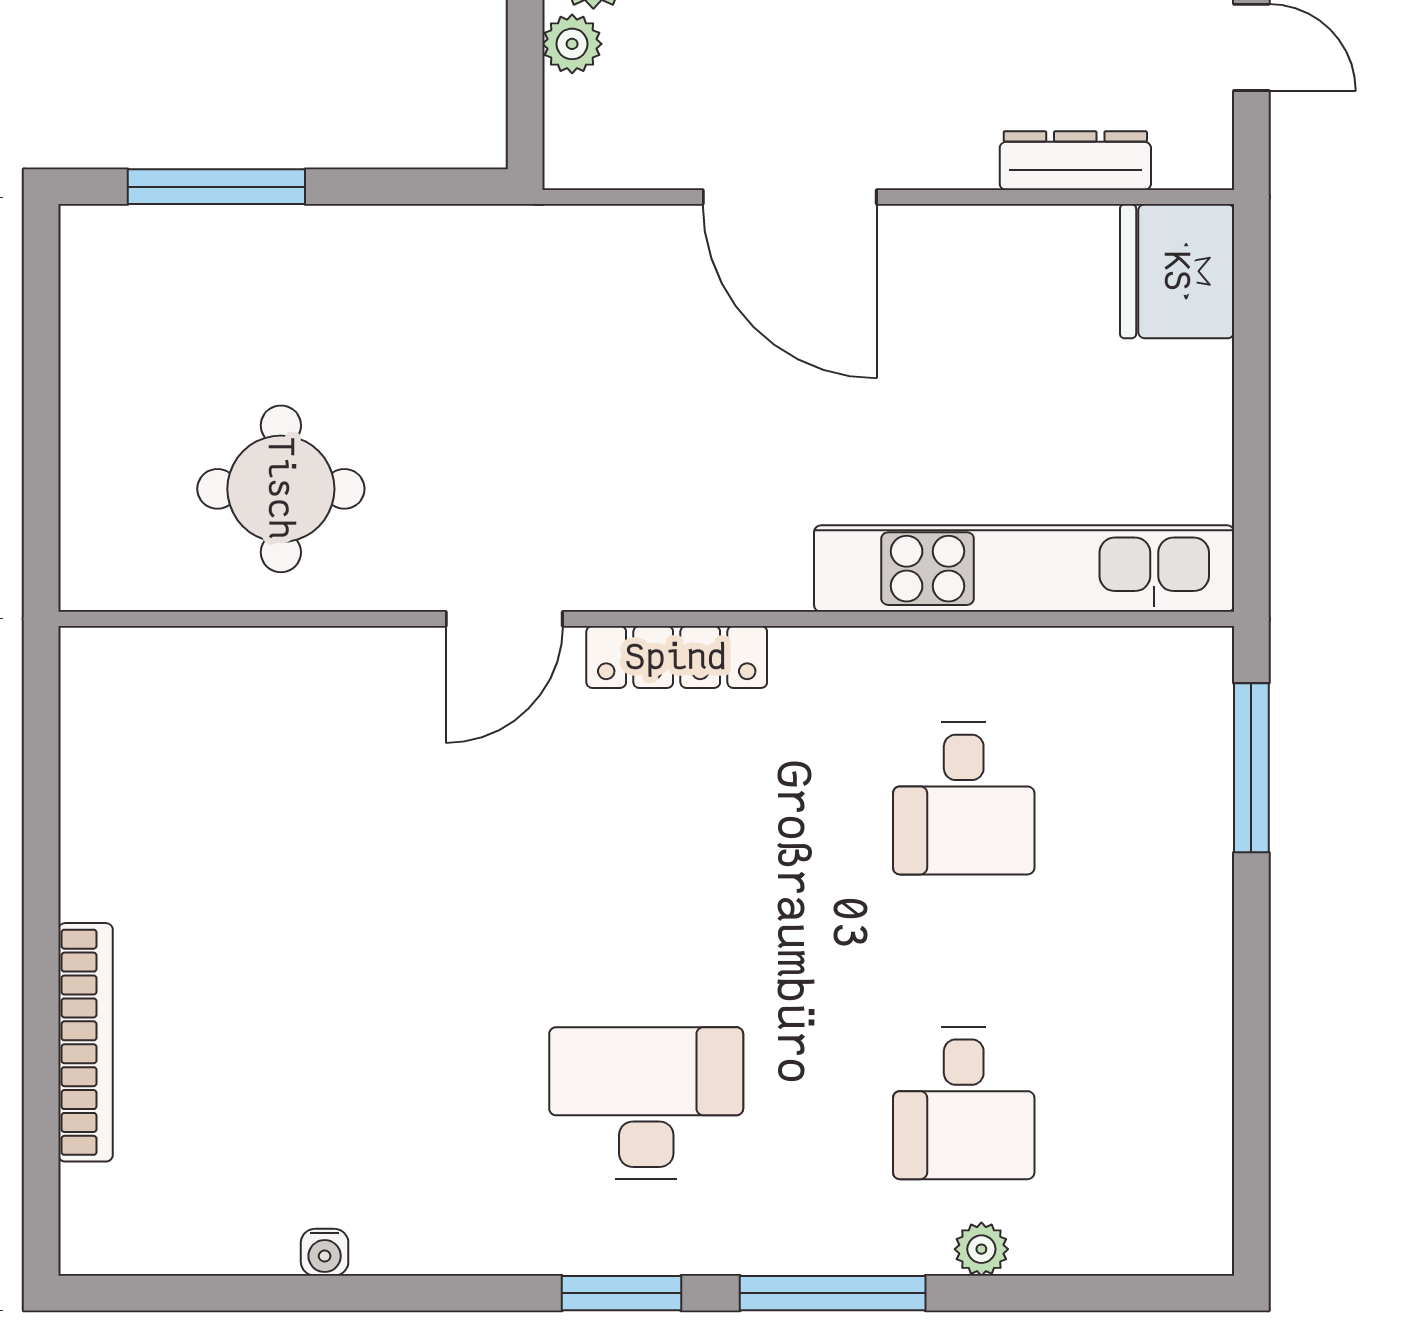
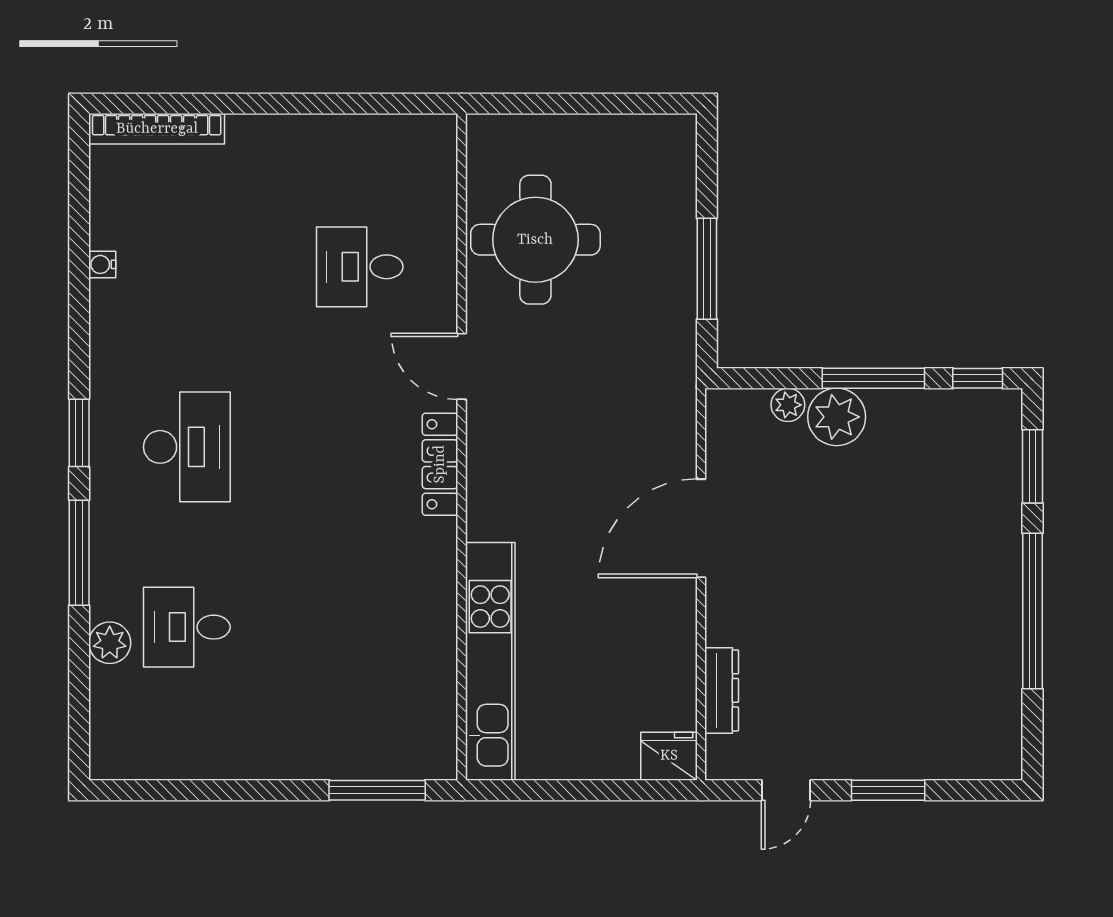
window: (216, 187) -> (707, 269), moved
fridge: (1177, 271) -> (669, 756), width x0.73, depth x0.75
round table: (281, 489) -> (535, 240), width x1.36, depth x1.36
desk: (964, 798) -> (360, 267), moved
bookcase: (86, 1042) -> (157, 129), moved
plant: (981, 1249) -> (110, 643), width x1.38, depth x1.38

